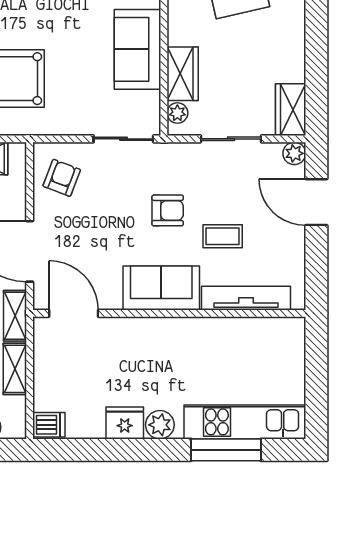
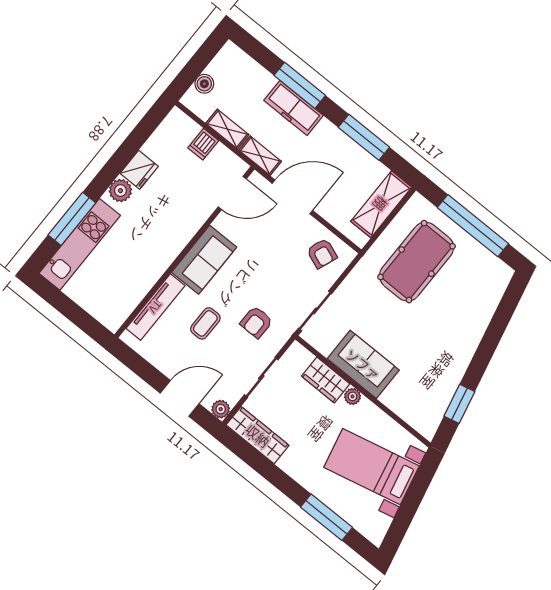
wardrobe: (291, 110) -> (258, 435), width x1.50
plant: (177, 113) -> (352, 396), moved
armchair: (168, 210) -> (256, 322), moved
dishwasher: (49, 425) -> (203, 144), moved

